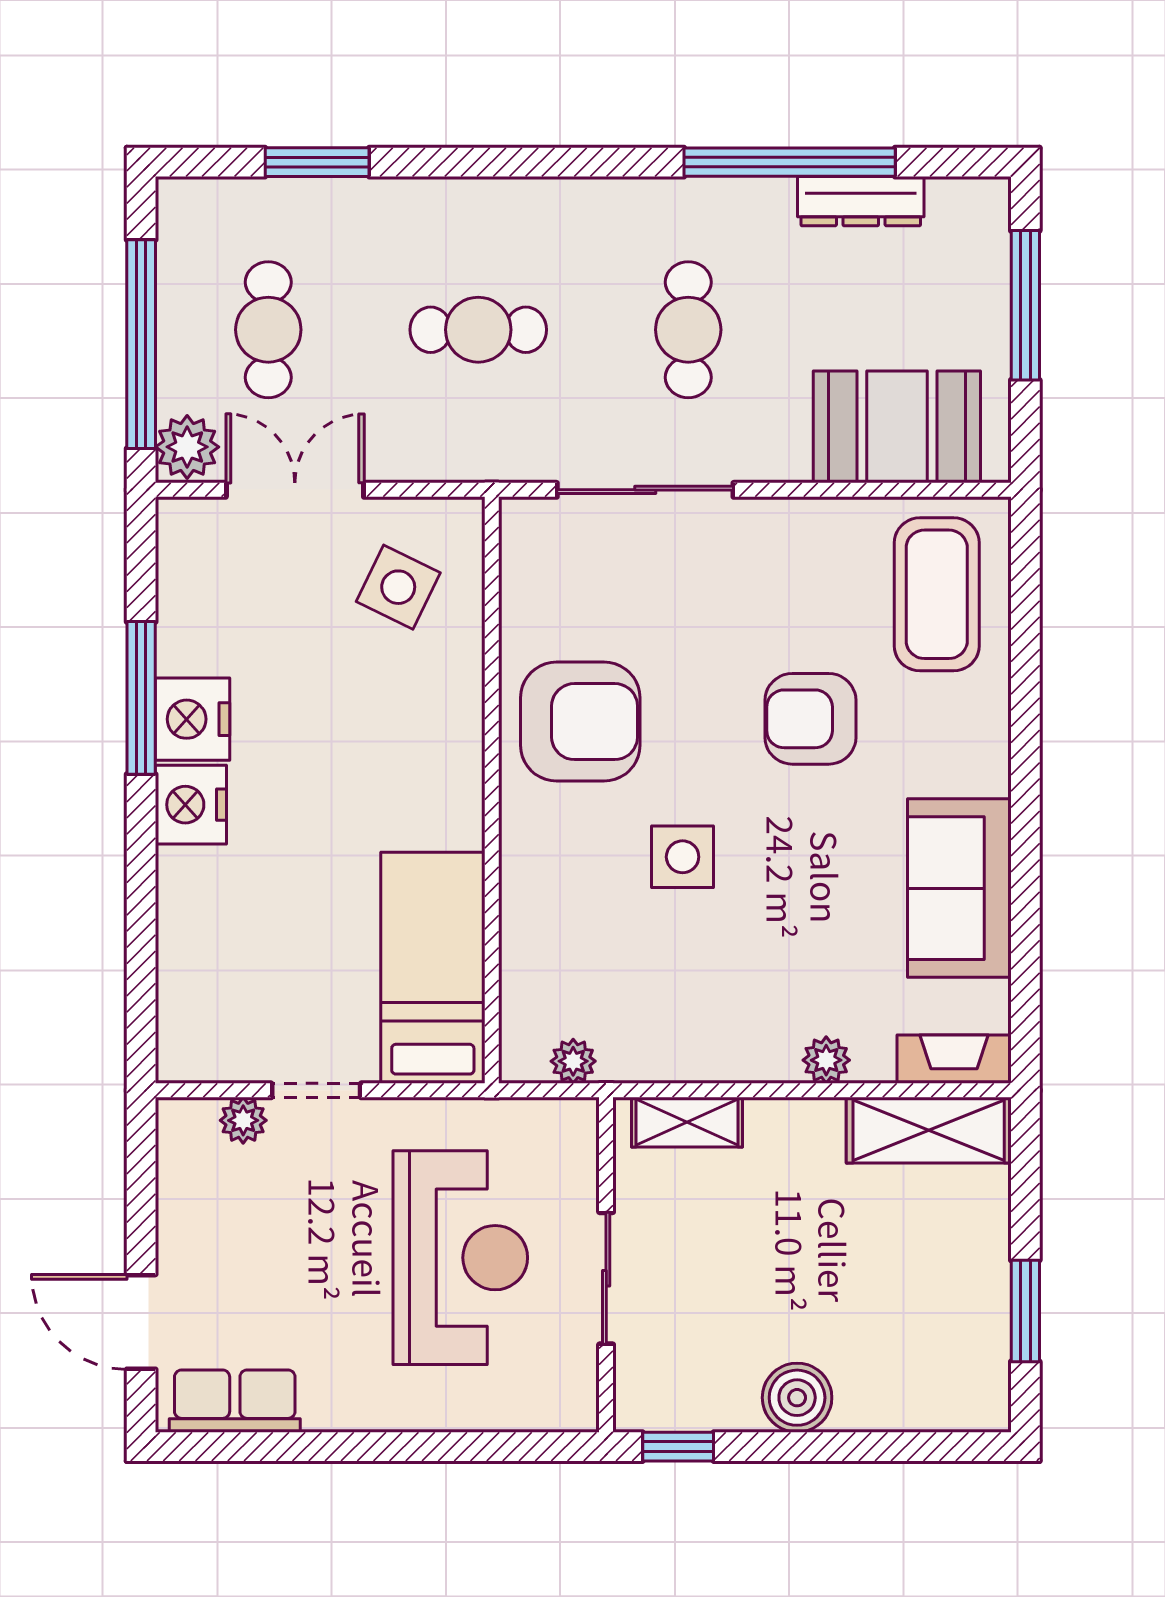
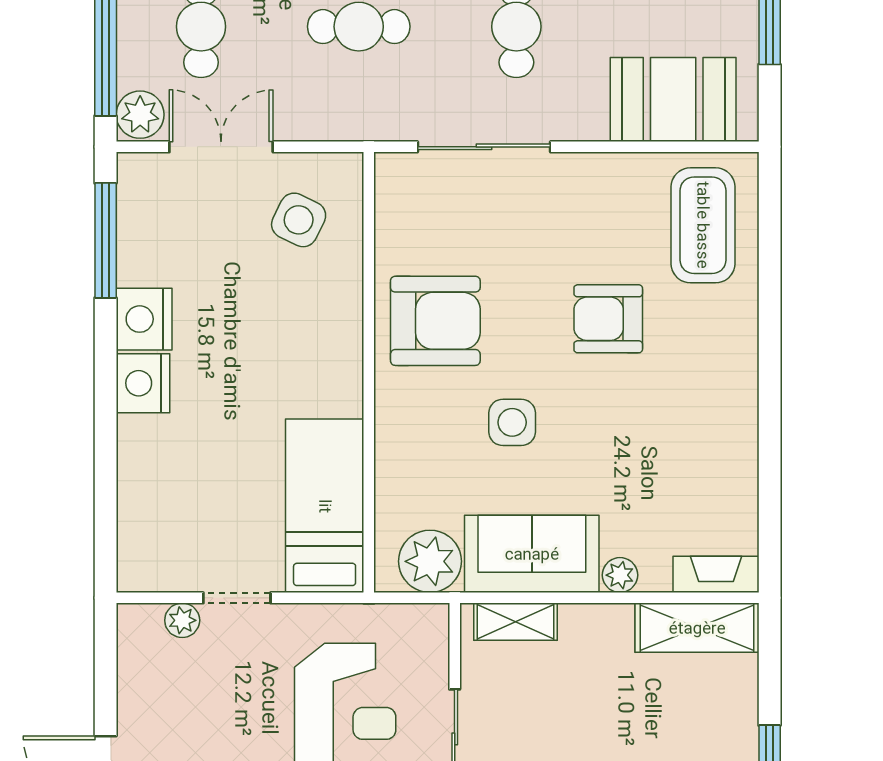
window: (141, 698) -> (106, 240), moved
sofa: (959, 888) -> (532, 554), moved, turned 90
plant: (573, 1061) -> (430, 561), width x1.88, depth x1.88

